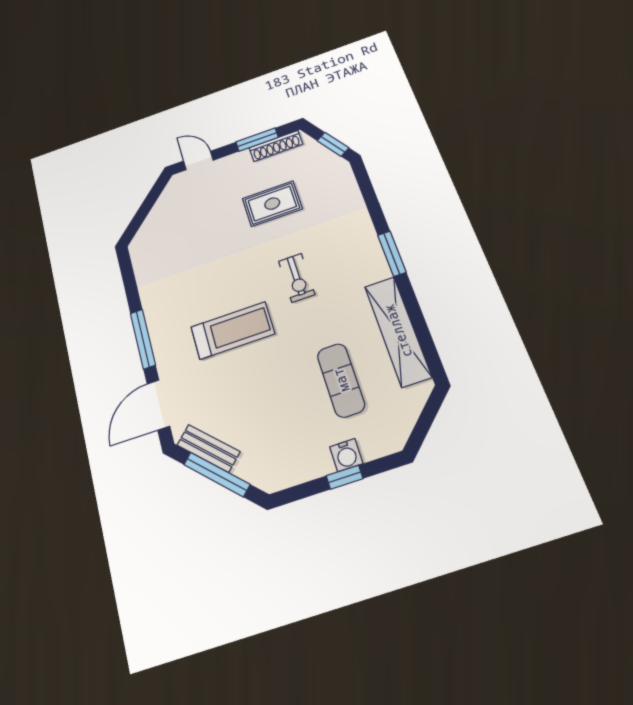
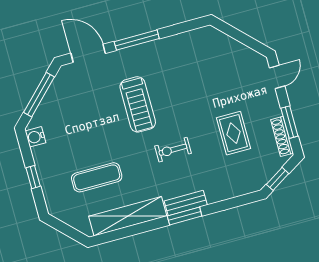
bench: (208, 448) -> (186, 203), moved, turned 45
water cooler: (346, 455) -> (36, 137), moved

